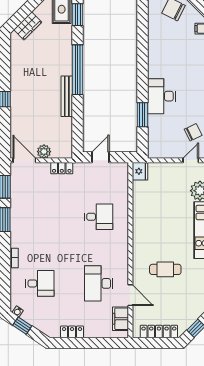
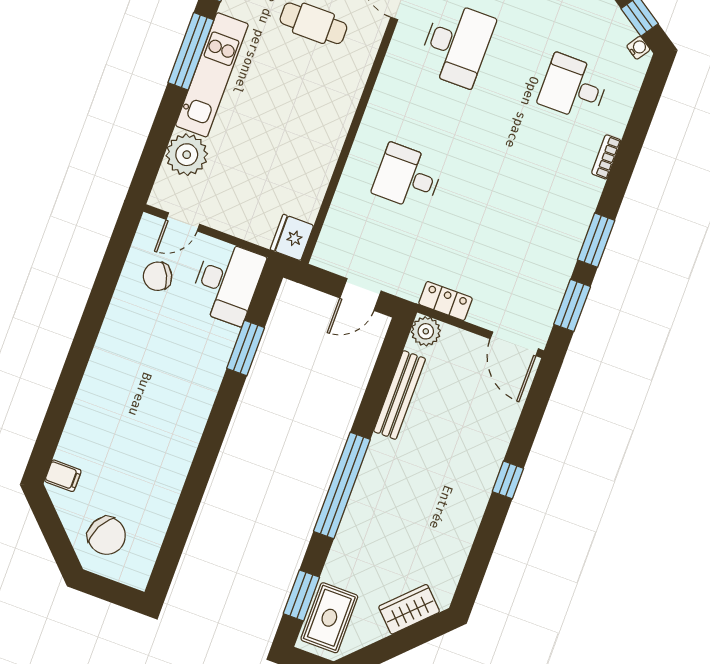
bench: (67, 96) -> (400, 395), moved
desk: (161, 96) -> (227, 282), moved
plant: (44, 152) -> (426, 331), moved

